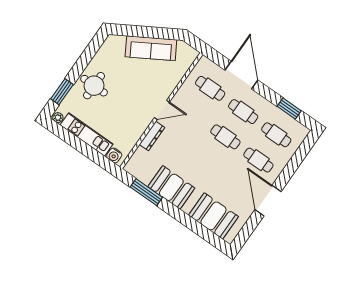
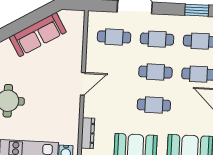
dresser: (152, 136) -> (88, 133), moved
cafe table: (208, 162) -> (154, 105), added

